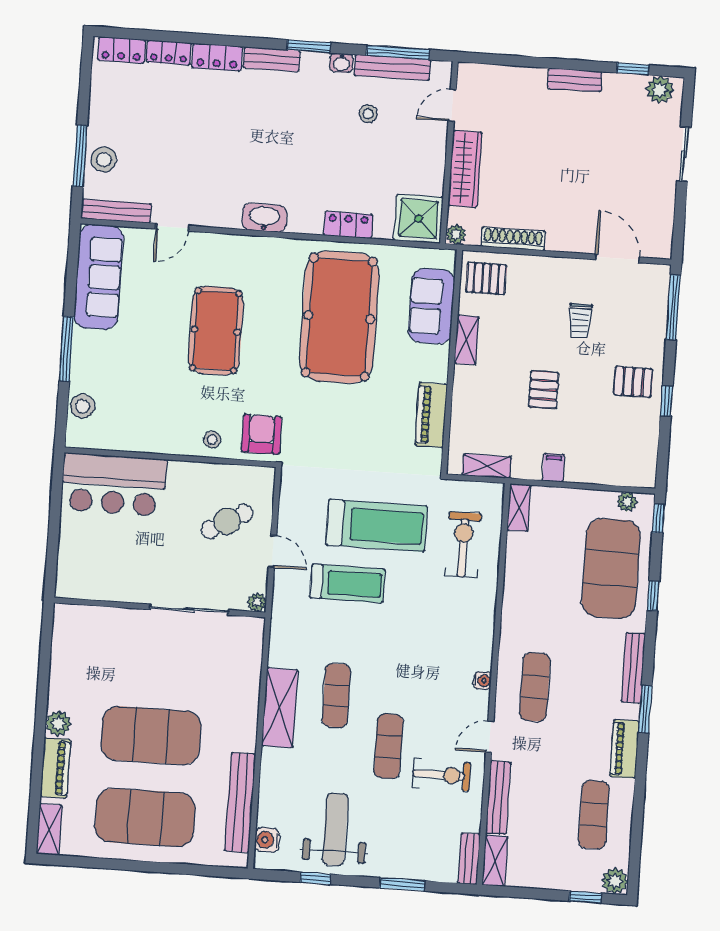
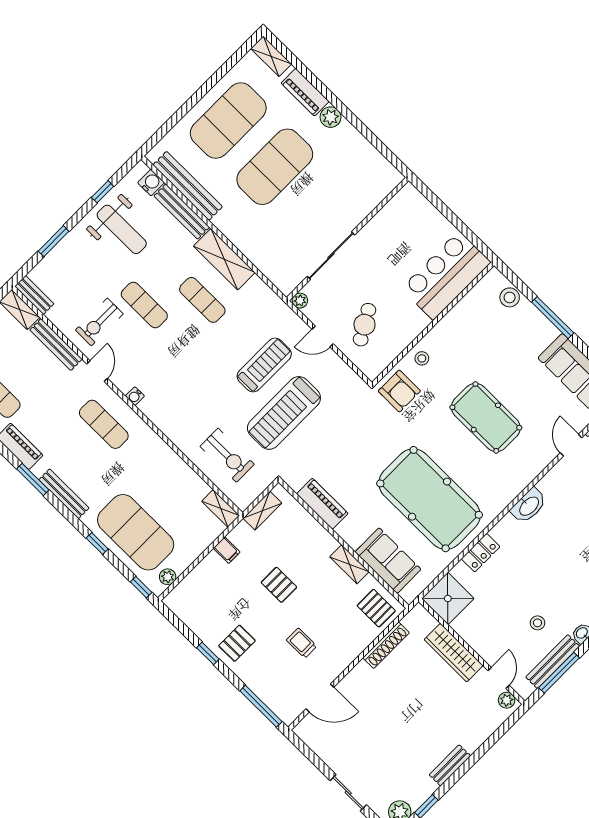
plant: (456, 234) -> (507, 700), moved
pallet: (486, 278) -> (376, 608), turned 90
treadmill: (347, 584) -> (264, 365), turned 180
bench: (269, 787) -> (182, 212), added

